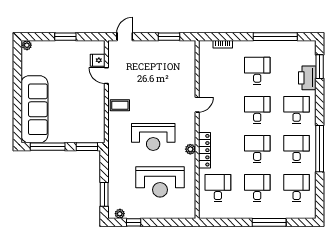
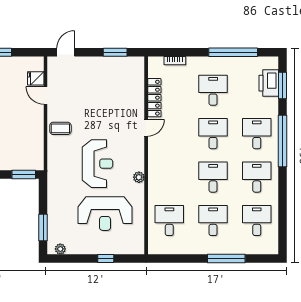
printer: (307, 78) -> (269, 83), moved
reception desk: (153, 137) -> (97, 164), turned -90
window: (320, 149) -> (282, 141), moved
locker: (204, 150) -> (154, 98), moved
window: (134, 222) -> (106, 259), moved

